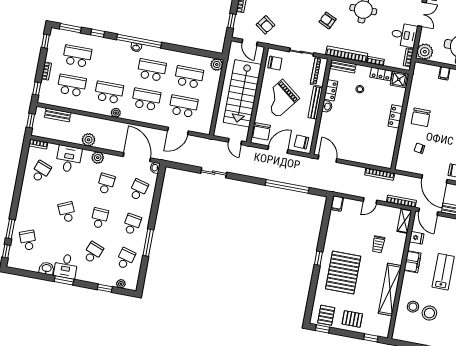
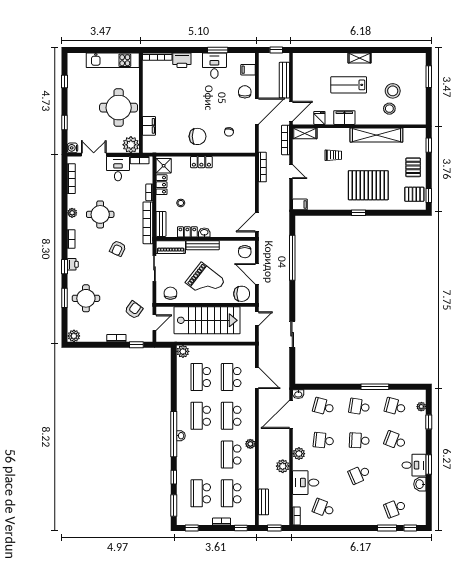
filing cabinet: (444, 73) -> (149, 126), width x2.00

